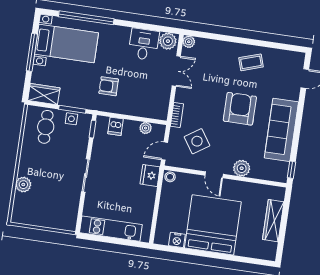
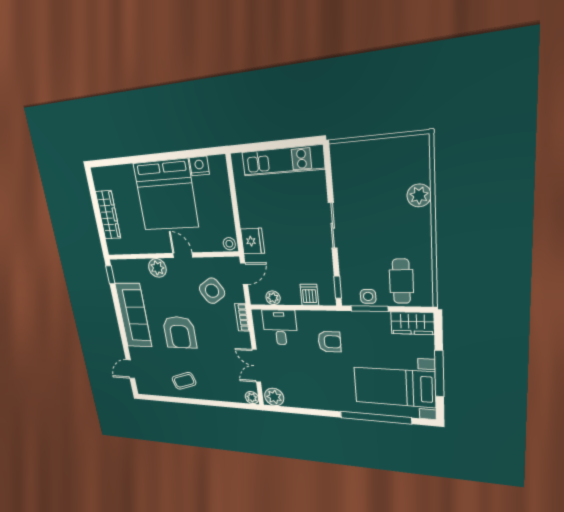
desk: (144, 44) -> (280, 327), moved, turned 180

